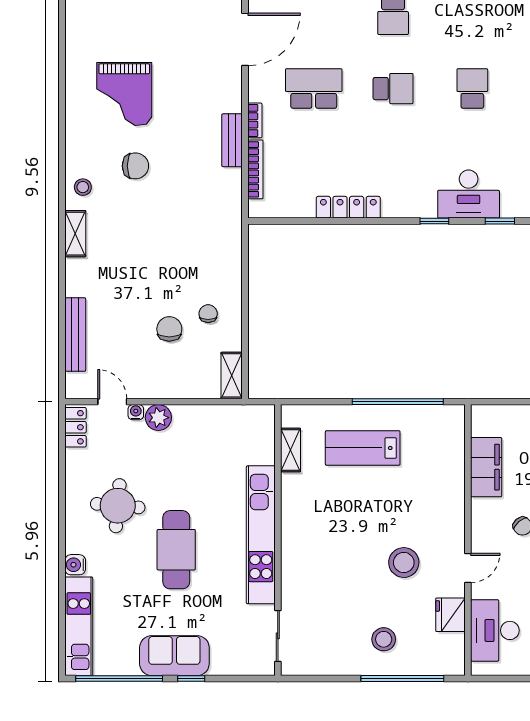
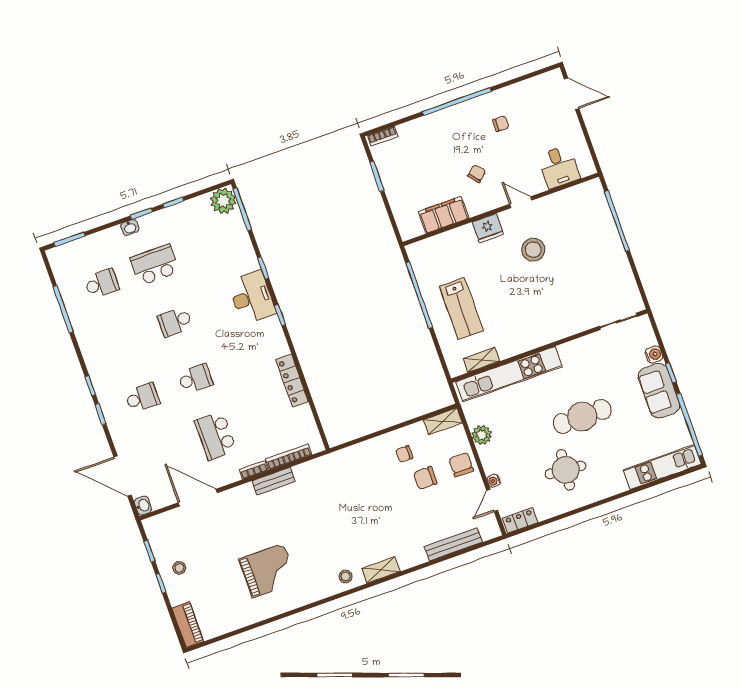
school desk: (393, 89) -> (195, 379), turned 90
chair: (135, 166) -> (461, 465), moved
plant: (158, 418) -> (482, 435), moved
kitchen unit: (261, 535) -> (509, 374), moved
water cooler: (75, 565) -> (654, 355), moved, turned -90
fridge: (450, 615) -> (488, 228), moved
desk: (495, 630) -> (559, 167), width x0.73
stool: (384, 639) -> (594, 244), removed

